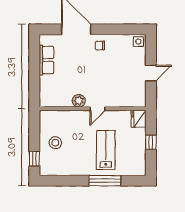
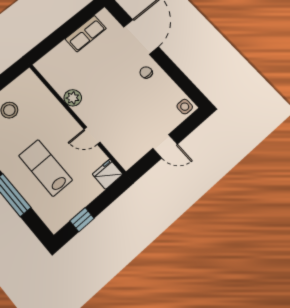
door: (98, 109) -> (92, 136), moved
window: (151, 142) -> (82, 220), moved
lab bench: (106, 150) -> (45, 168), turned -90

